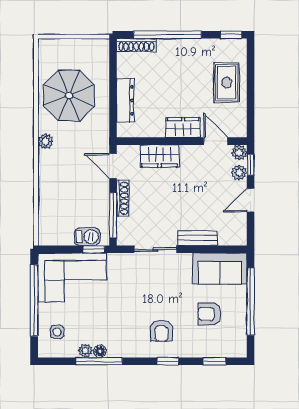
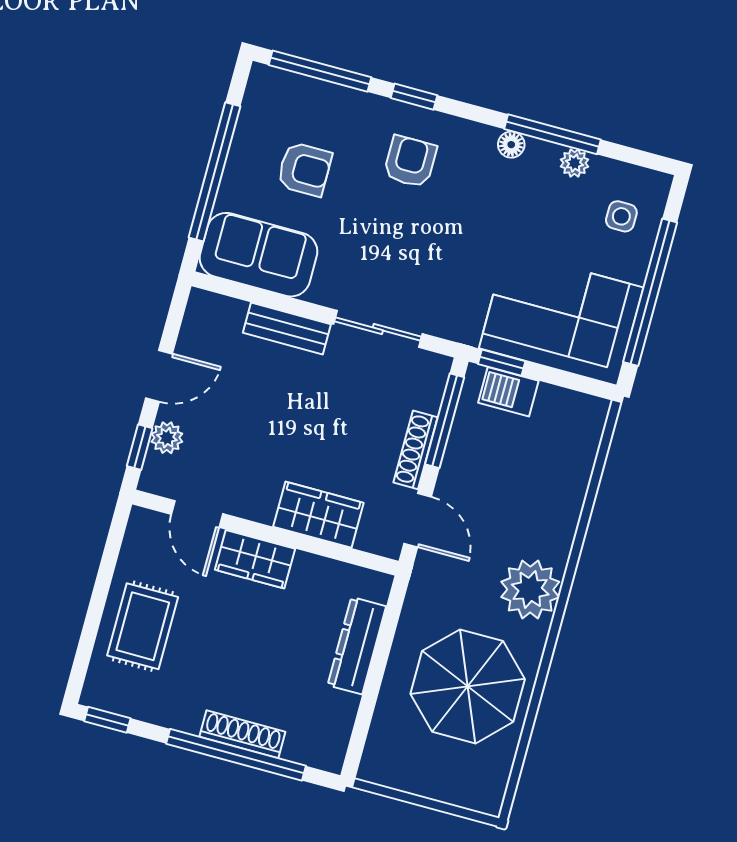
shoe rack: (136, 45) -> (242, 734), moved
plant: (46, 141) -> (530, 589), width x1.88, depth x1.88
plant: (239, 153) -> (156, 478), removed
floor lamp: (100, 351) -> (511, 145), moved
window: (214, 361) -> (320, 71), width x2.17

